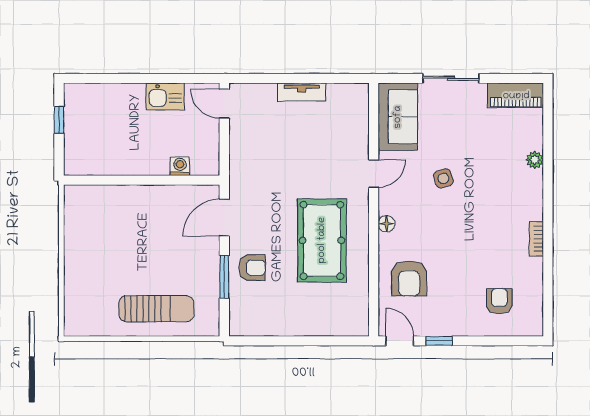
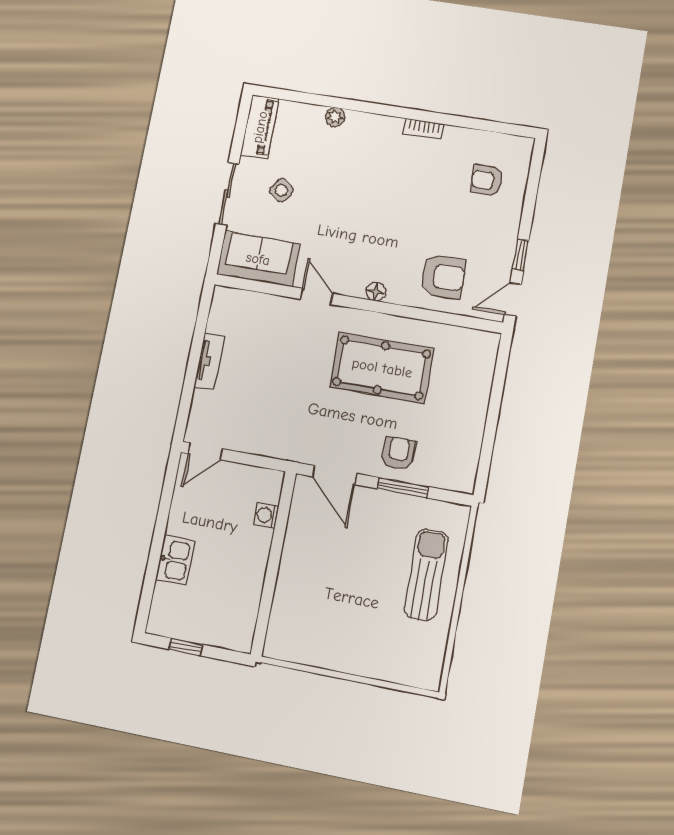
kitchen sink: (165, 97) -> (175, 560), moved
side table: (443, 178) -> (281, 190), moved, turned -38

